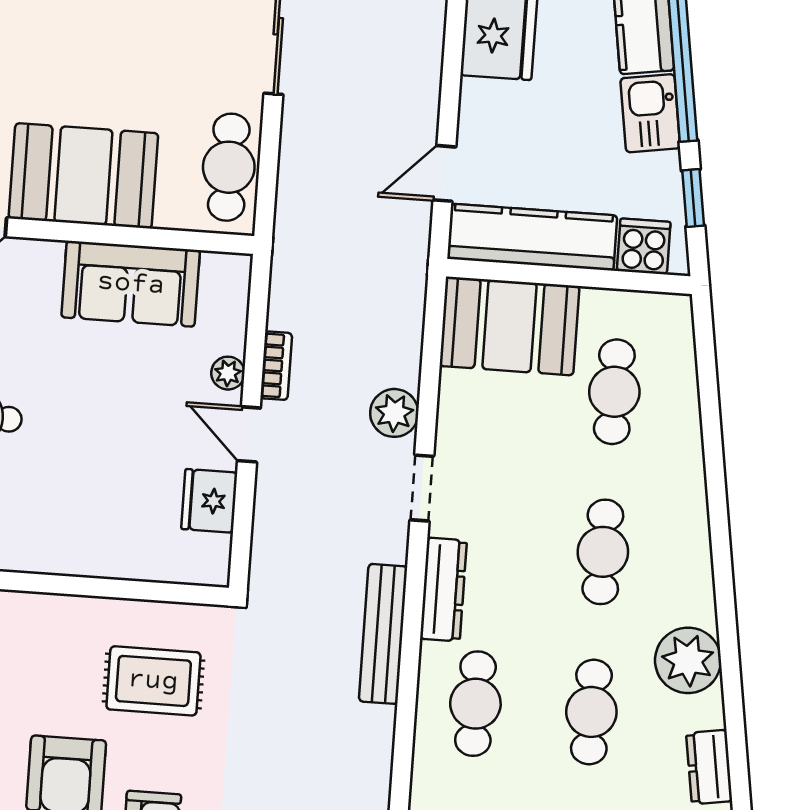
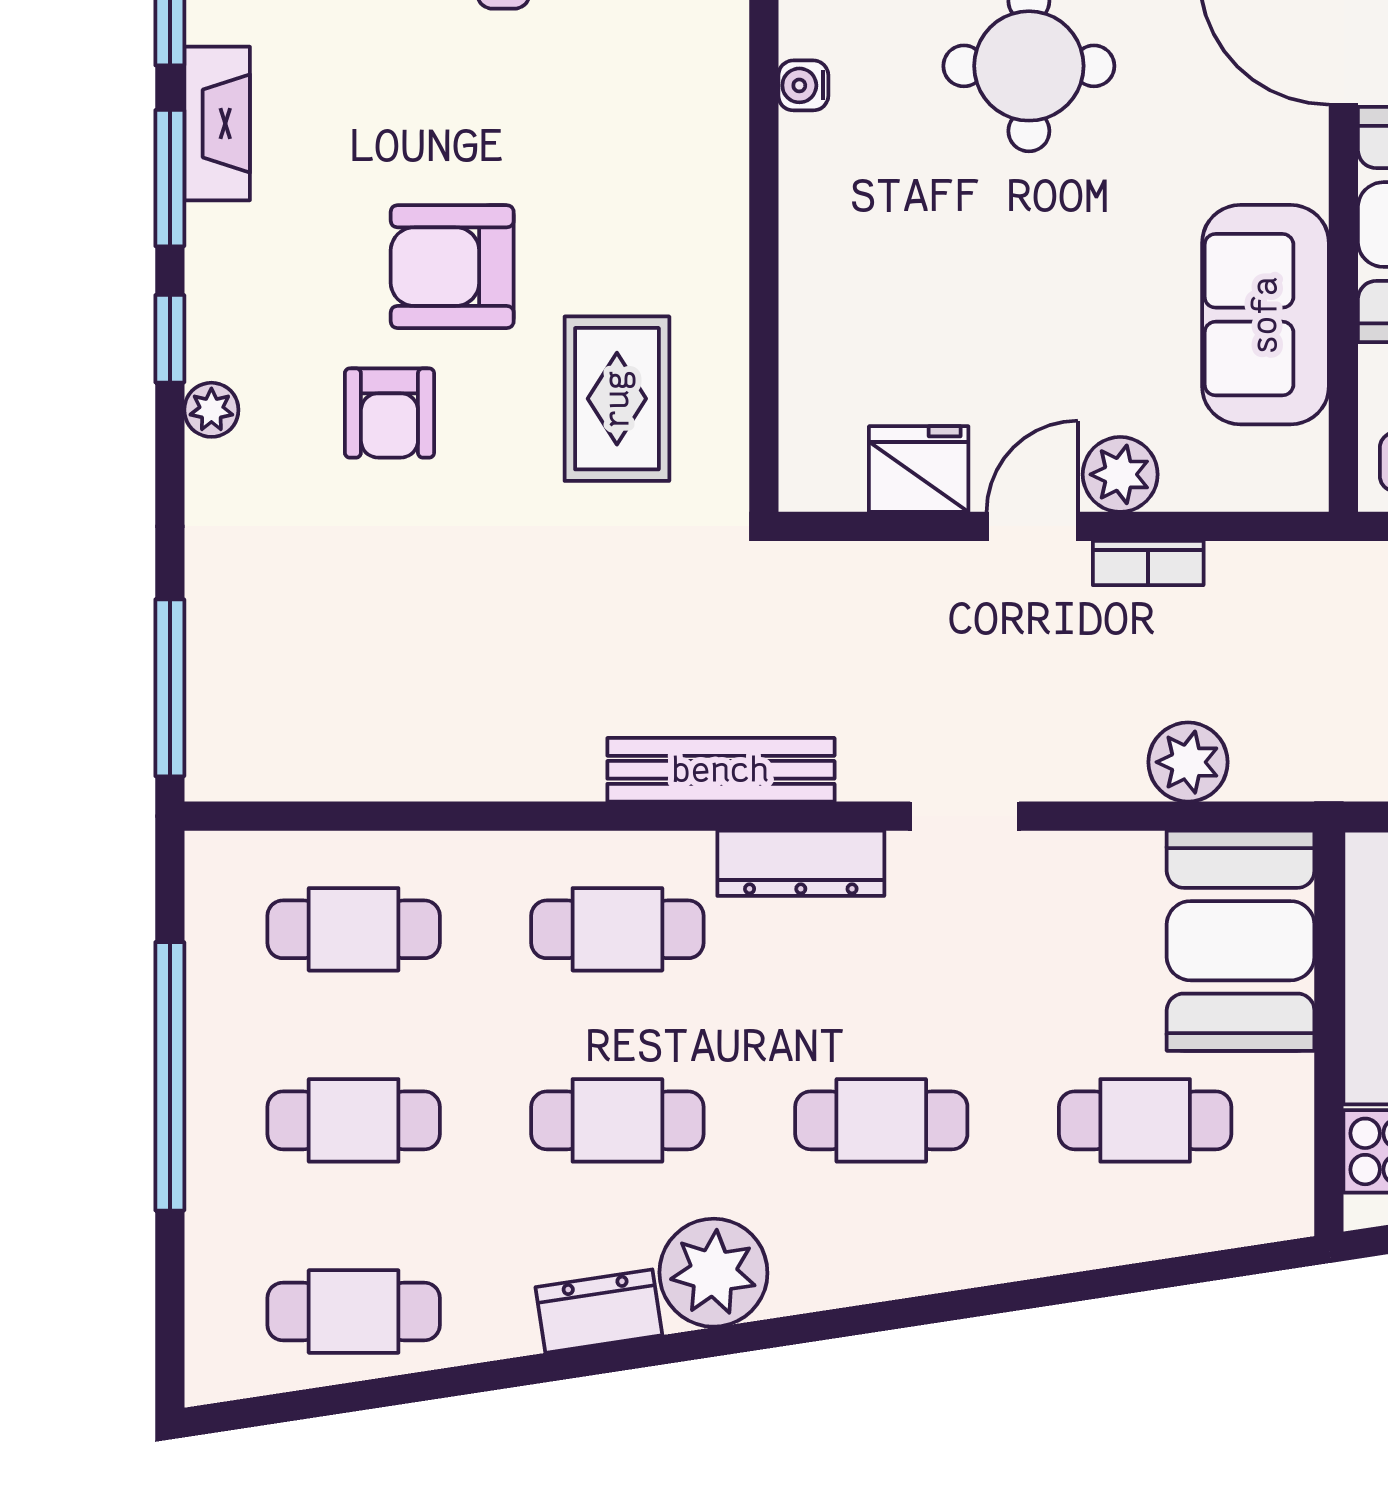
plant: (228, 373) -> (1120, 474), width x1.38, depth x1.38
plant: (394, 413) -> (1188, 762), moved
dresser: (709, 767) -> (599, 1311), moved

